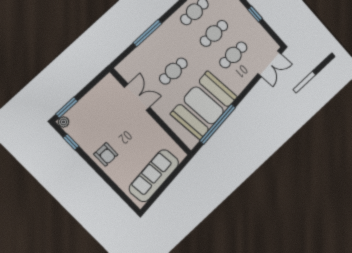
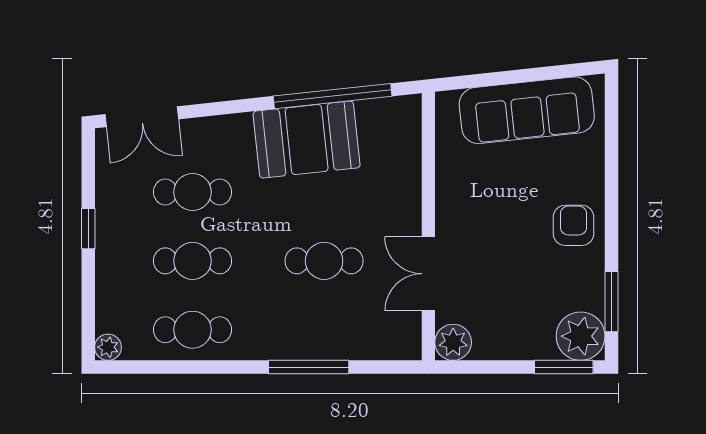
double door: (270, 64) -> (142, 117), swing flipped
plant: (109, 83) -> (453, 342), added
booth: (204, 105) -> (307, 140), width x0.73, depth x0.70
plant: (63, 122) -> (581, 336), width x1.88, depth x1.88
window: (71, 142) -> (611, 302), width x1.50

